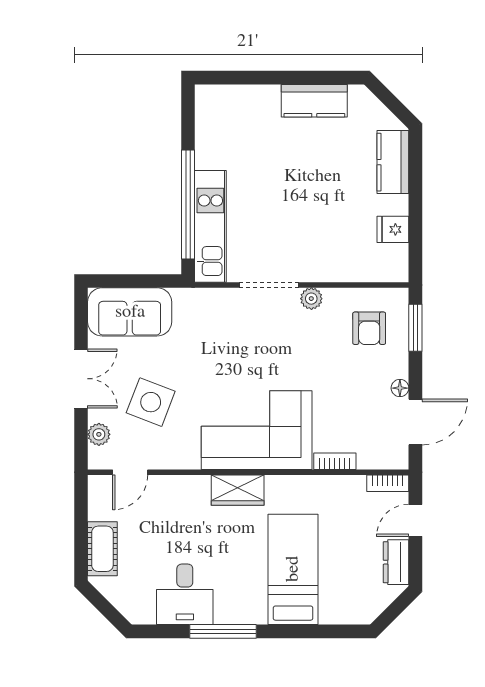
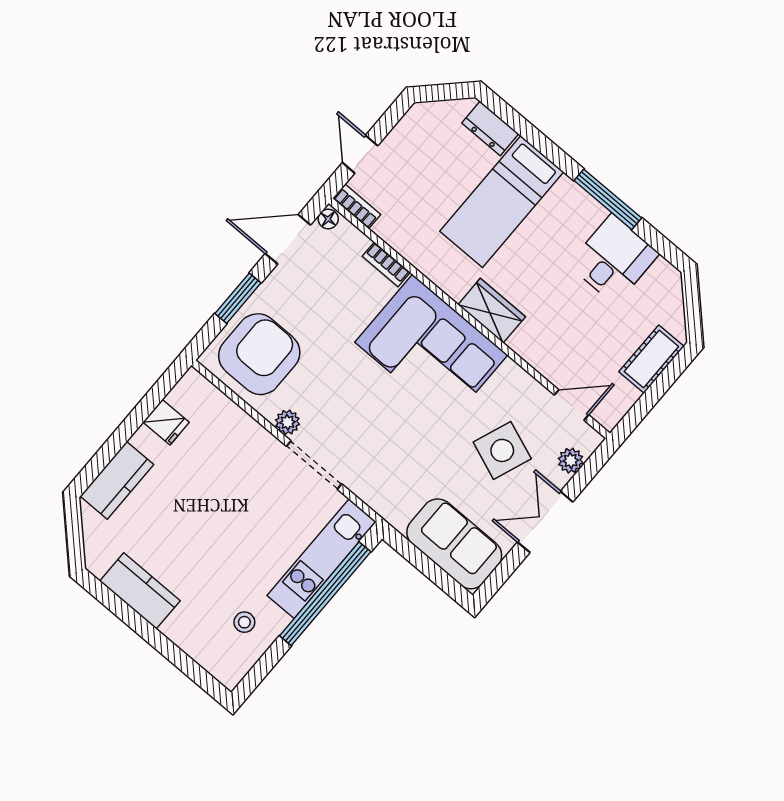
stool: (226, 139) -> (244, 622), added
armchair: (369, 328) -> (259, 354), width x1.88, depth x1.88
window: (415, 328) -> (238, 298), moved
floor lamp: (400, 388) -> (328, 219), moved
door: (415, 520) -> (360, 154), swing flipped
dresser: (396, 562) -> (490, 128), moved, turned 90

